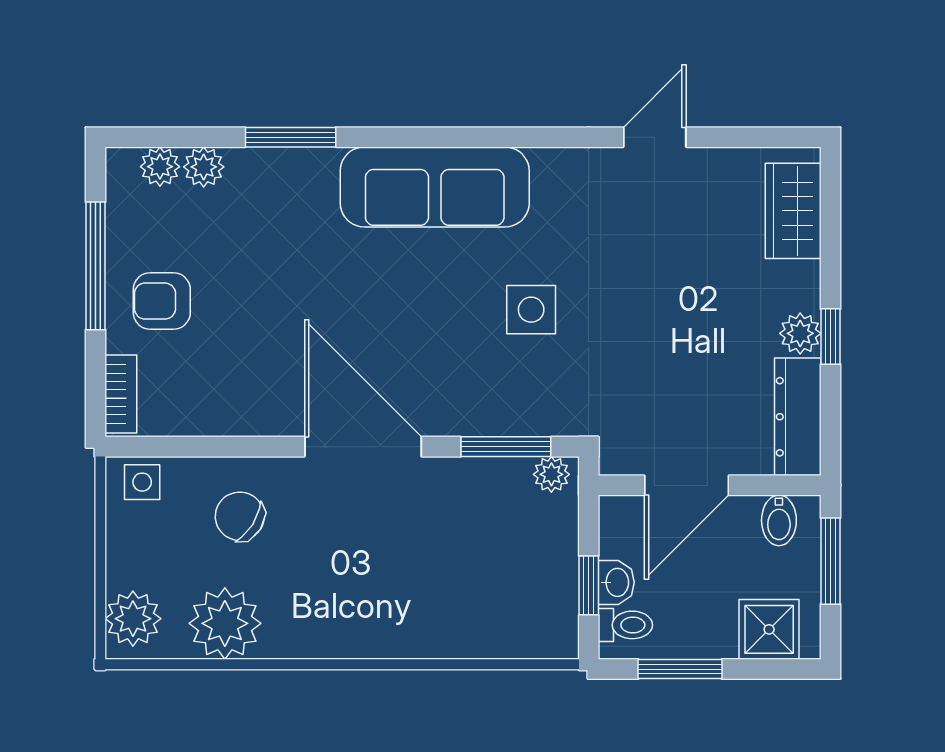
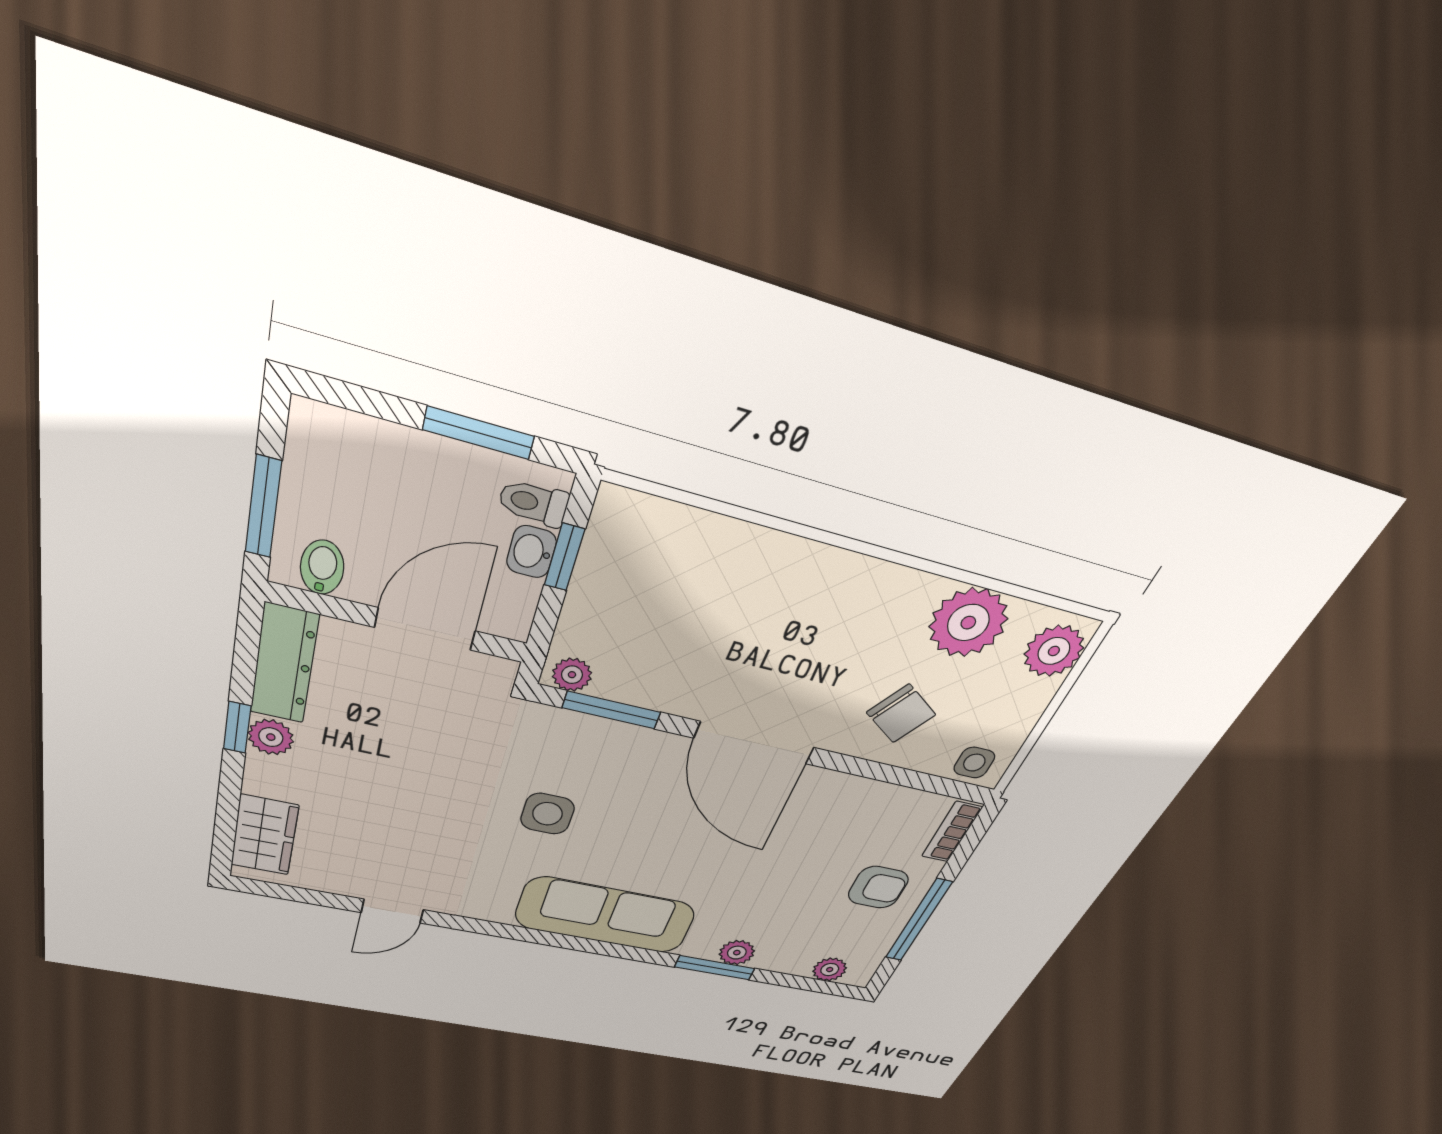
plant: (204, 167) -> (737, 953), moved
shower: (769, 629) -> (354, 449), removed

